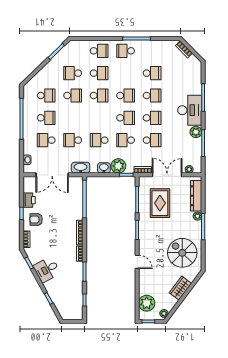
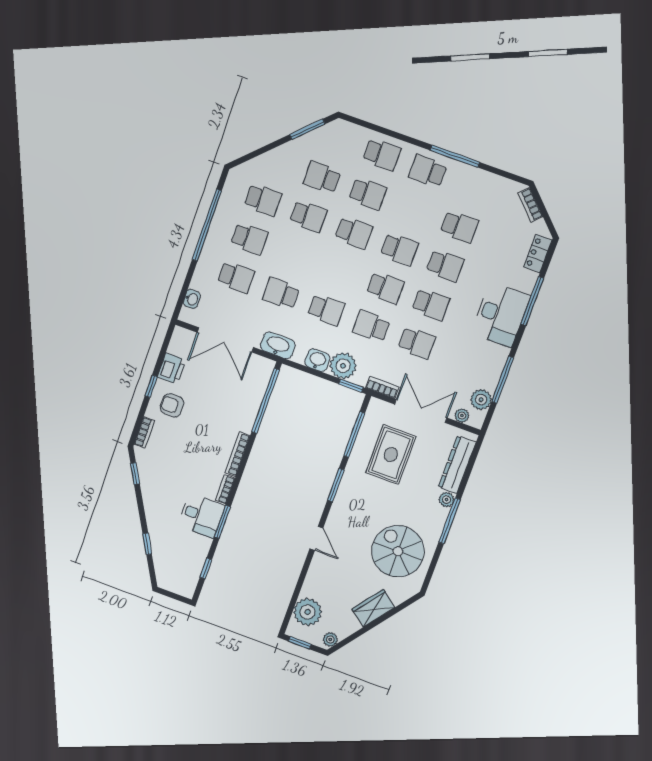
locker: (197, 72) -> (538, 253), added
plant: (196, 132) -> (481, 400), moved
school desk: (46, 140) -> (236, 277), turned 180
school desk: (99, 140) -> (326, 310), turned 180
desk: (47, 270) -> (201, 515), moved, turned -151

